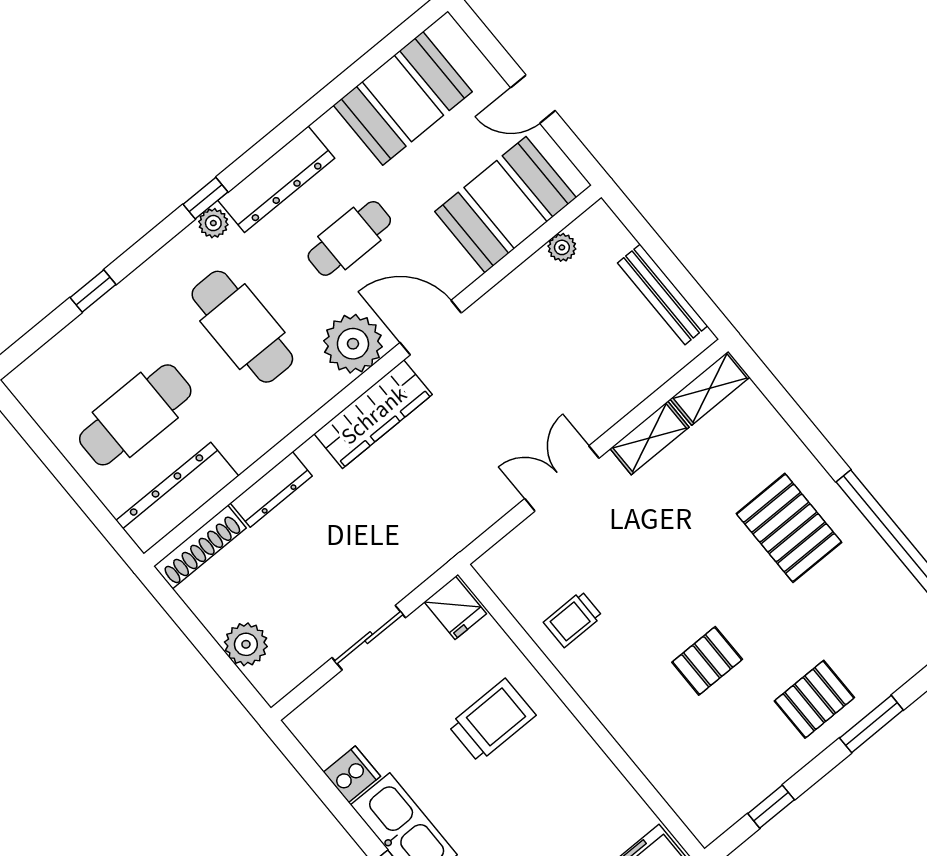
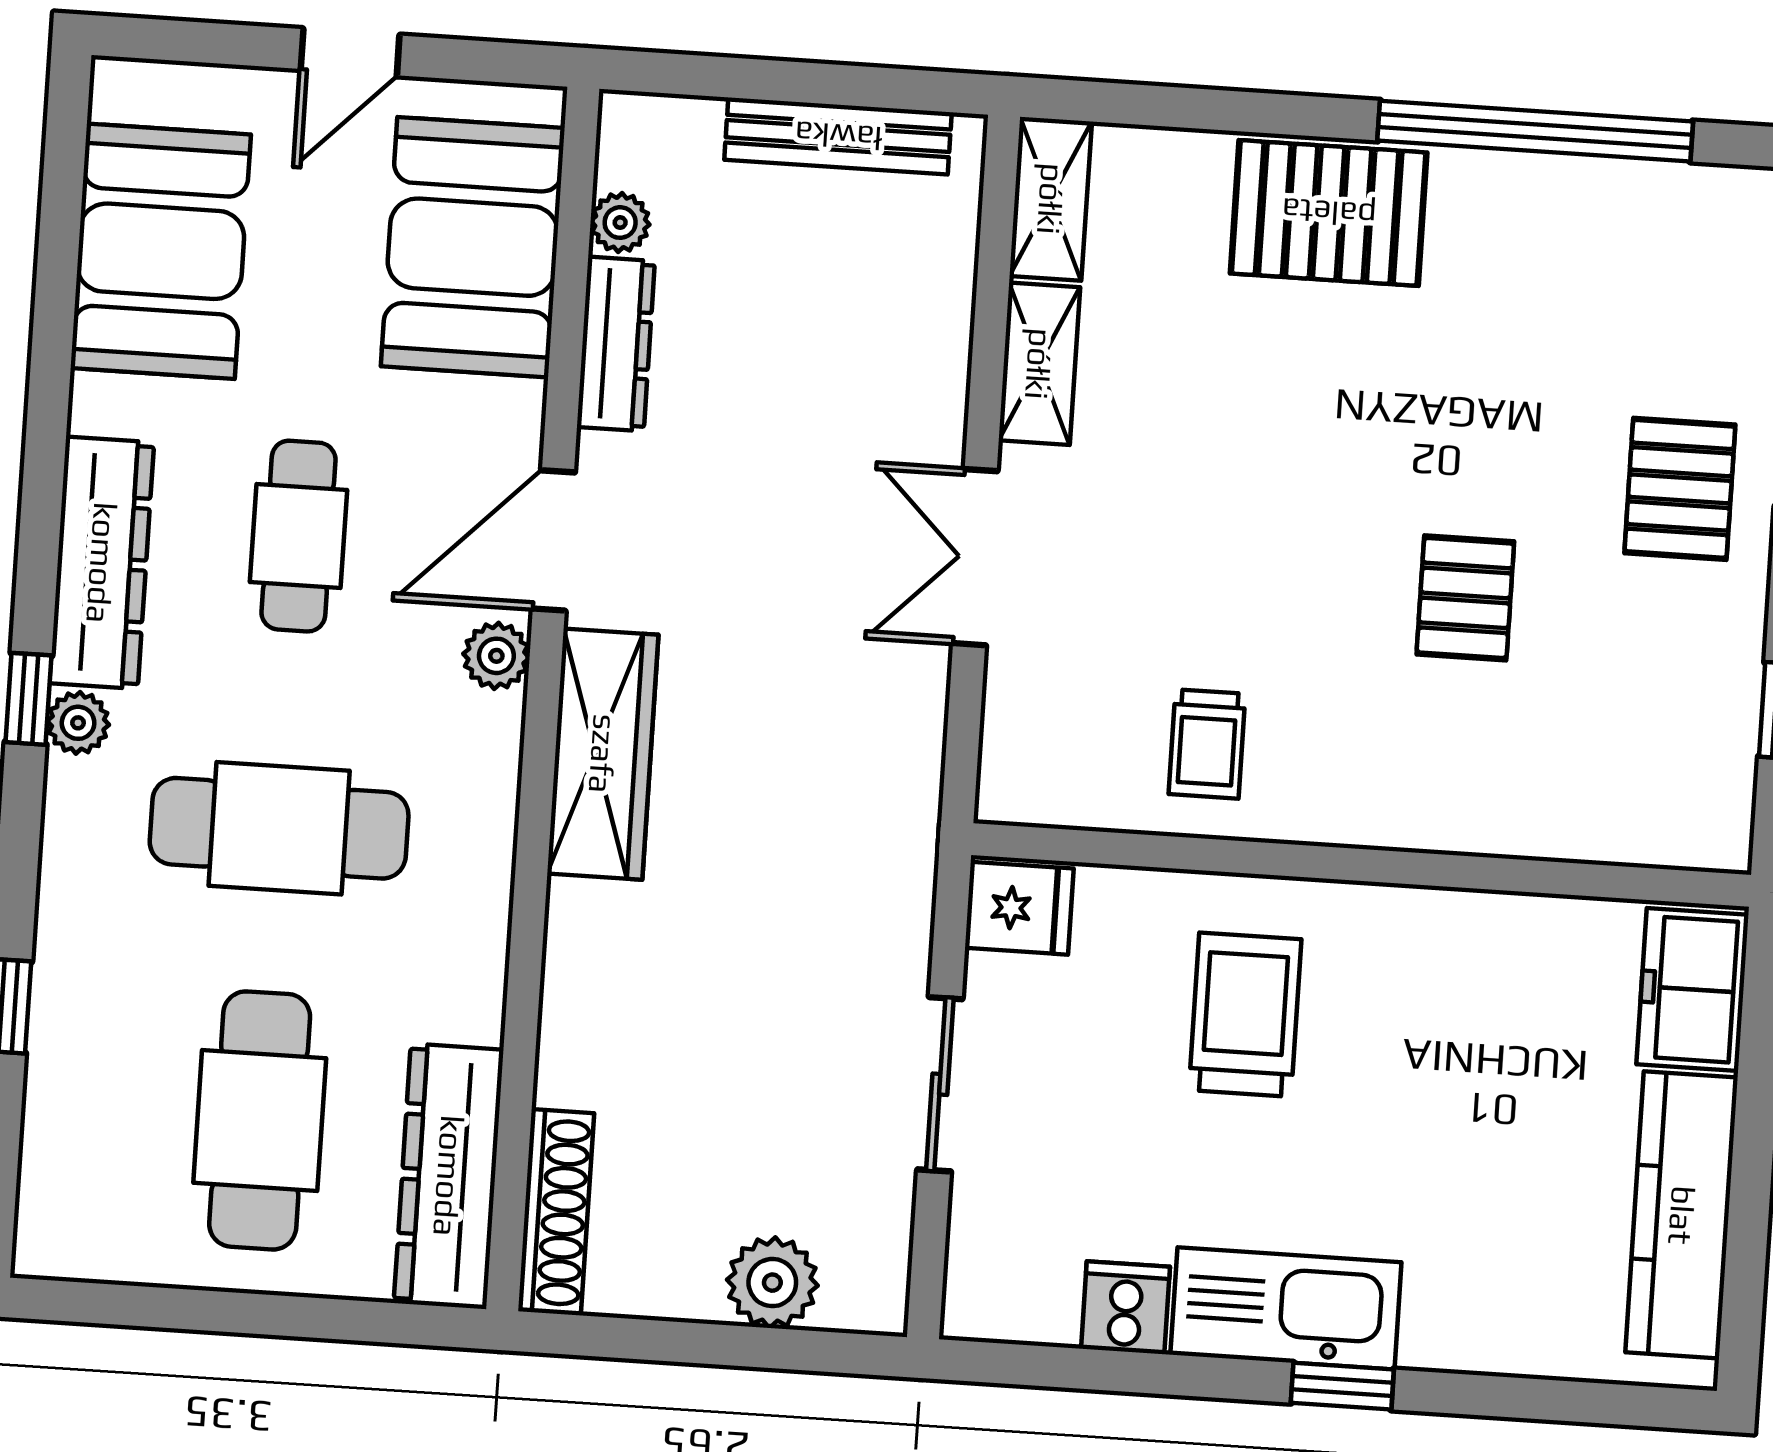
plant: (353, 344) -> (496, 656), width x0.53, depth x0.53
dresser: (271, 489) -> (616, 344), moved
pallet: (789, 528) -> (1329, 213), moved

